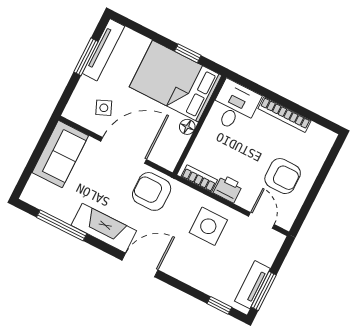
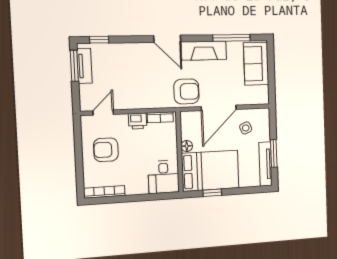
bookcase: (285, 115) -> (104, 192), moved
sofa: (60, 154) -> (256, 64), moved
door: (261, 220) -> (103, 113), swing flipped
side table: (208, 226) -> (137, 89), removed
door: (140, 265) -> (167, 39), hinge flipped

